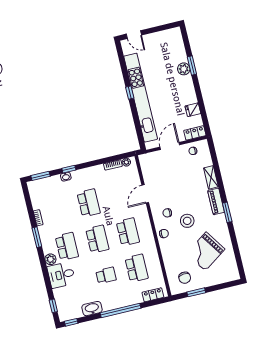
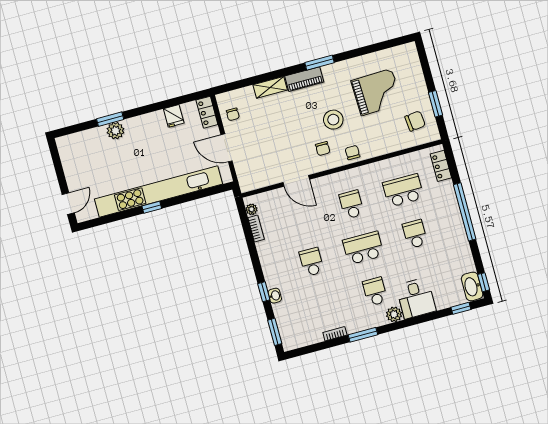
school desk: (89, 203) -> (312, 262), width x0.54
school desk: (128, 232) -> (351, 204), width x0.54
school desk: (67, 246) -> (375, 291), width x0.54
grand piano: (206, 251) -> (376, 92), turned -58
washbasin: (92, 309) -> (472, 286), moved

